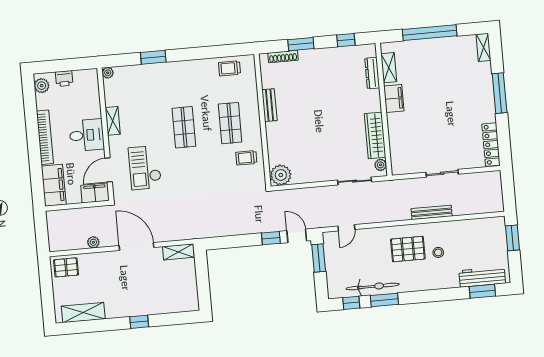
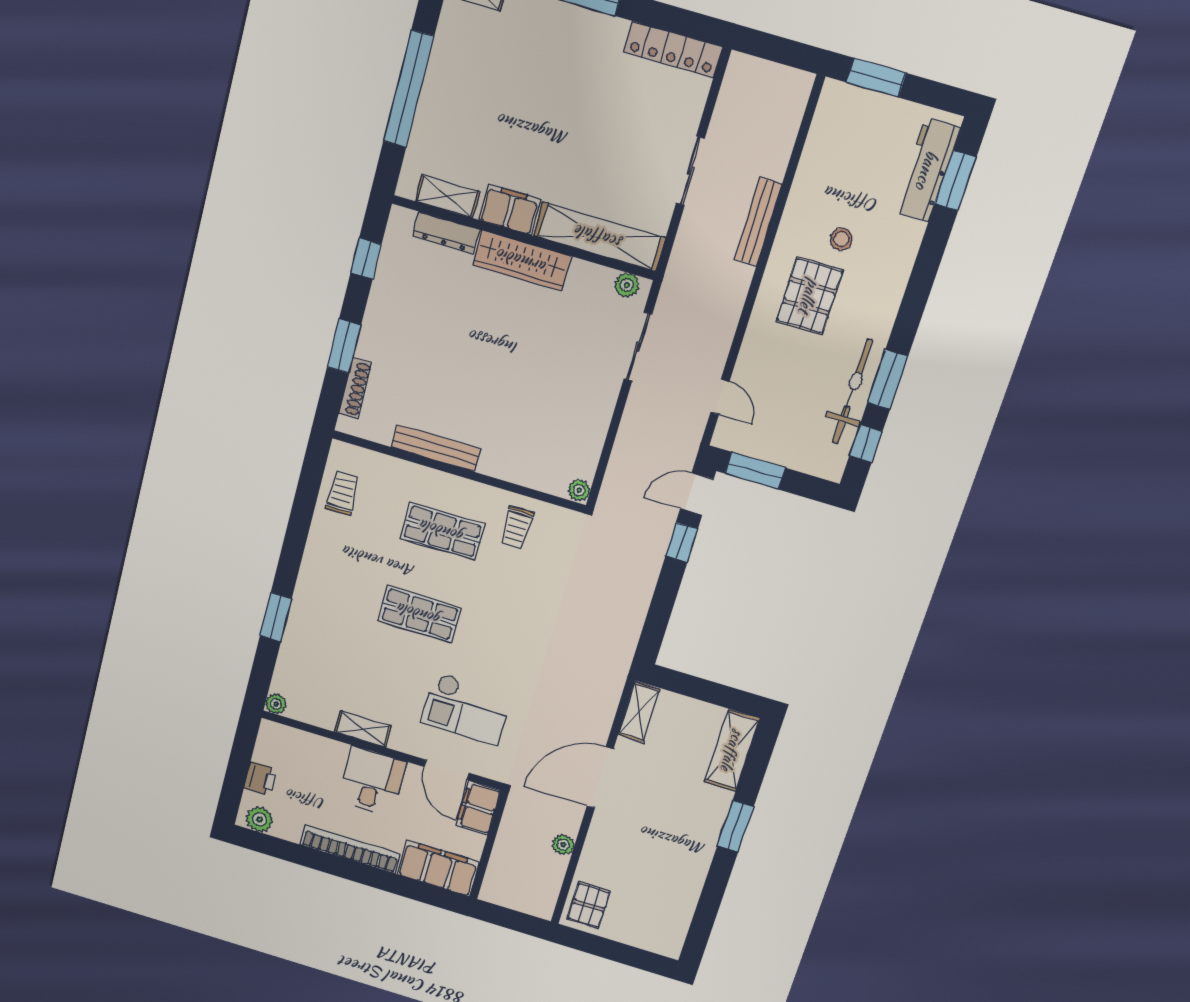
trolley: (229, 68) -> (343, 493), turned 180
bench: (269, 105) -> (436, 448), width x1.36
wardrobe: (375, 135) -> (522, 261), moved
shelving: (397, 144) -> (599, 237), added
plant: (281, 175) -> (579, 490), width x0.53, depth x0.53
shelving: (83, 313) -> (732, 750), moved
window: (139, 322) -> (735, 826), width x1.50

